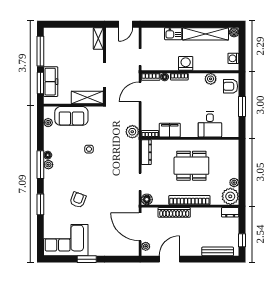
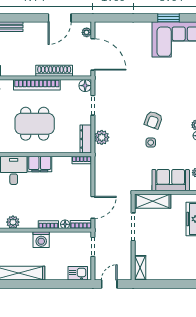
kitchen sink: (173, 34) -> (78, 273), moved
filing cabinet: (170, 130) -> (40, 164), moved
plant: (132, 132) -> (102, 137), moved
armchair: (78, 200) -> (153, 120), moved
window: (87, 259) -> (169, 18), moved

